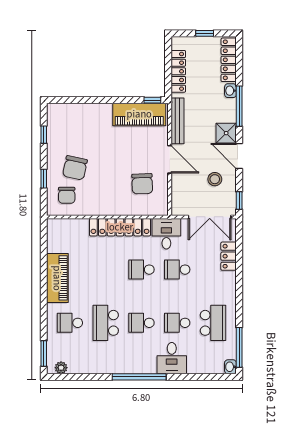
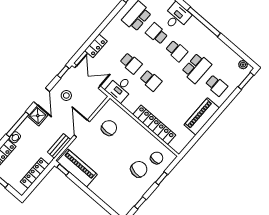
bench: (177, 121) -> (59, 146), width x0.73
locker: (120, 227) -> (154, 125), moved
school desk: (177, 323) -> (157, 34), turned 180

